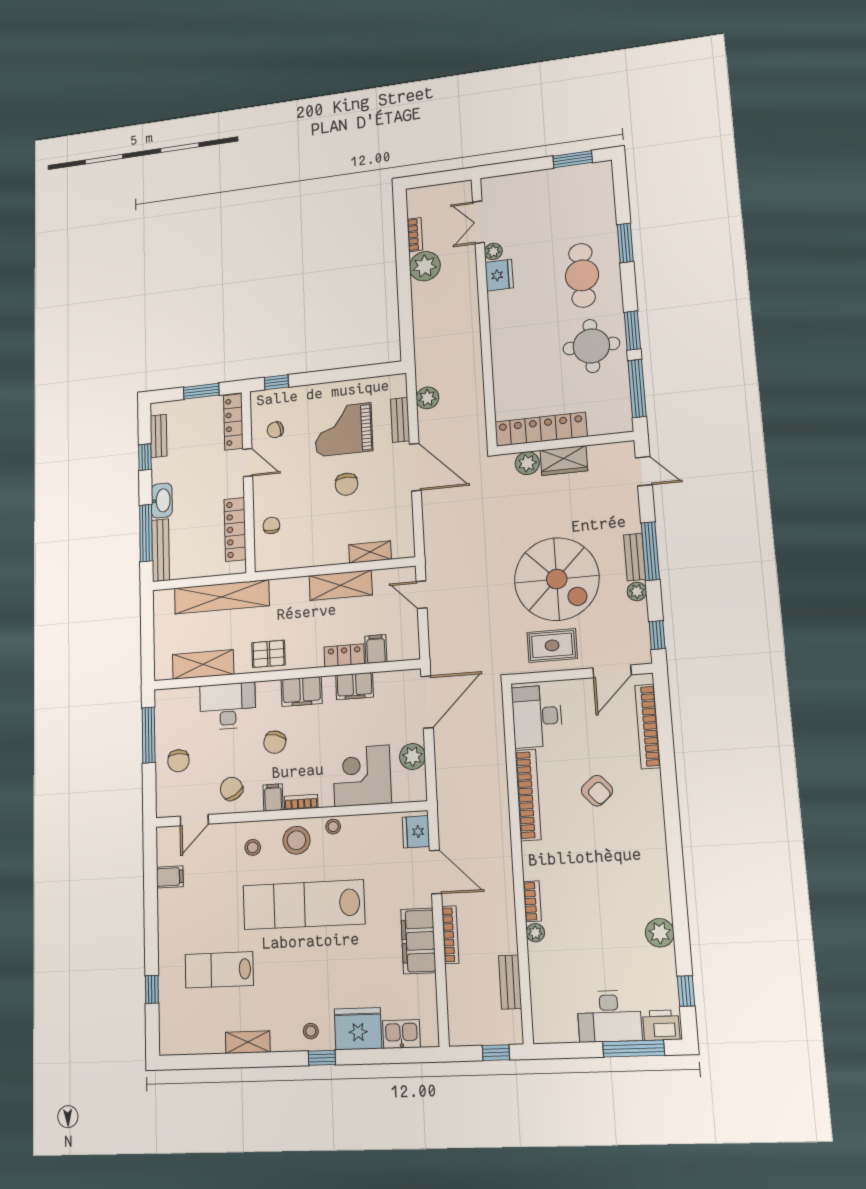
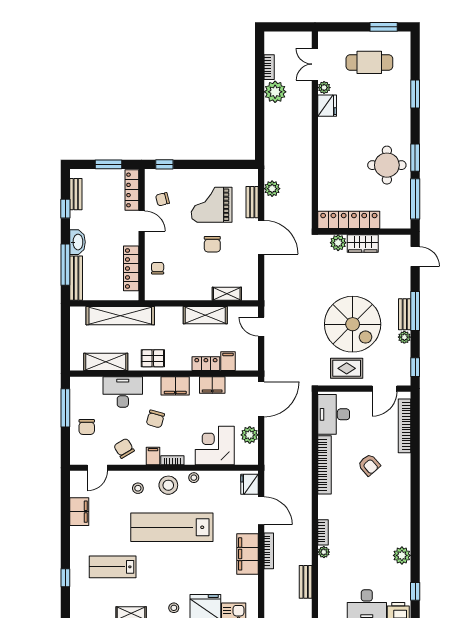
cafe table: (582, 275) -> (369, 62), moved, turned 90
filing cabinet: (170, 877) -> (79, 512), width x2.00

